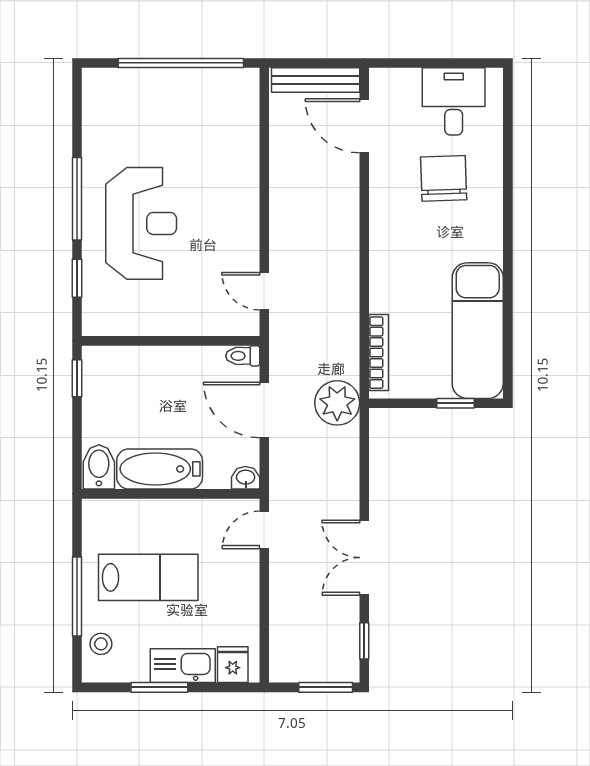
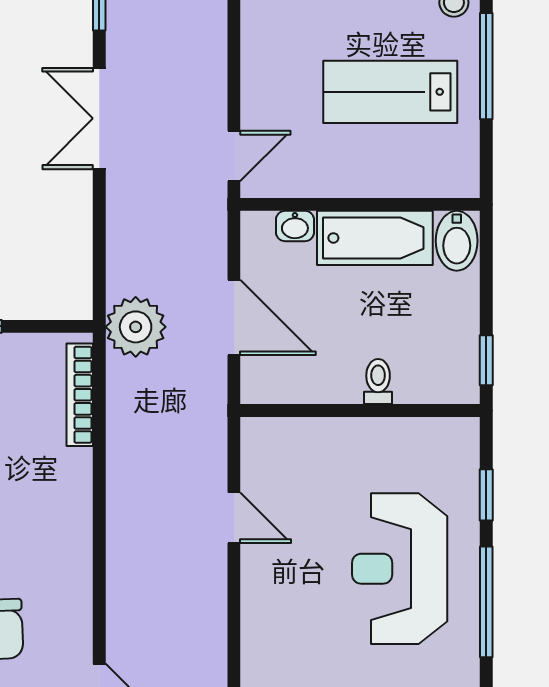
door: (264, 291) -> (234, 518), moved
toilet: (243, 356) -> (378, 382), moved, turned -90
washbasin: (246, 478) -> (295, 226), moved
double door: (364, 558) -> (99, 118), swing flipped

